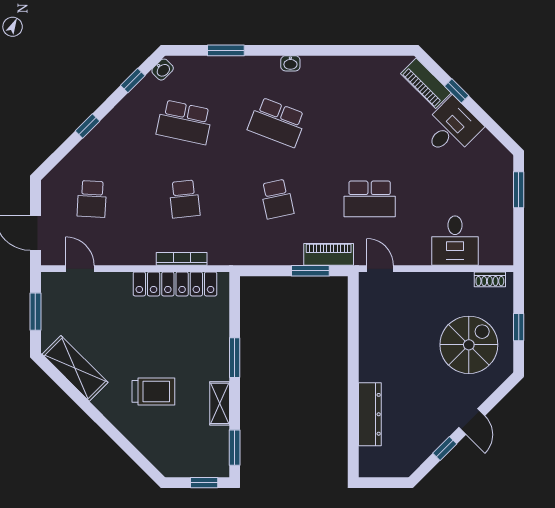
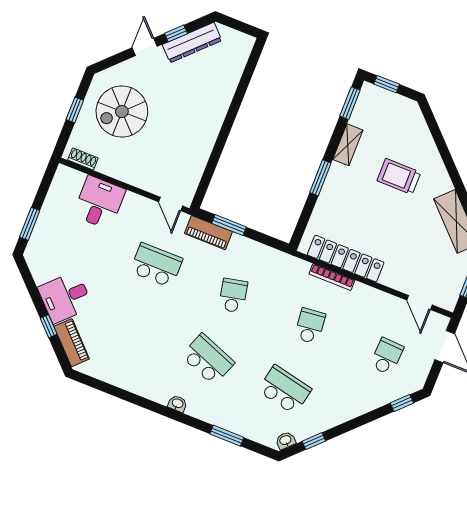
window: (87, 126) -> (402, 403), moved
dresser: (370, 414) -> (192, 43), moved, turned -135

